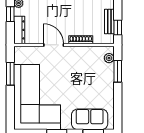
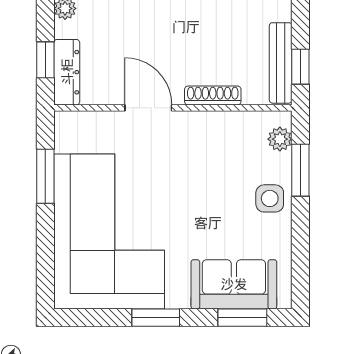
window: (10, 14) -> (45, 60), moved
bench: (109, 21) -> (281, 63), width x1.36
side table: (105, 83) -> (270, 198), added

